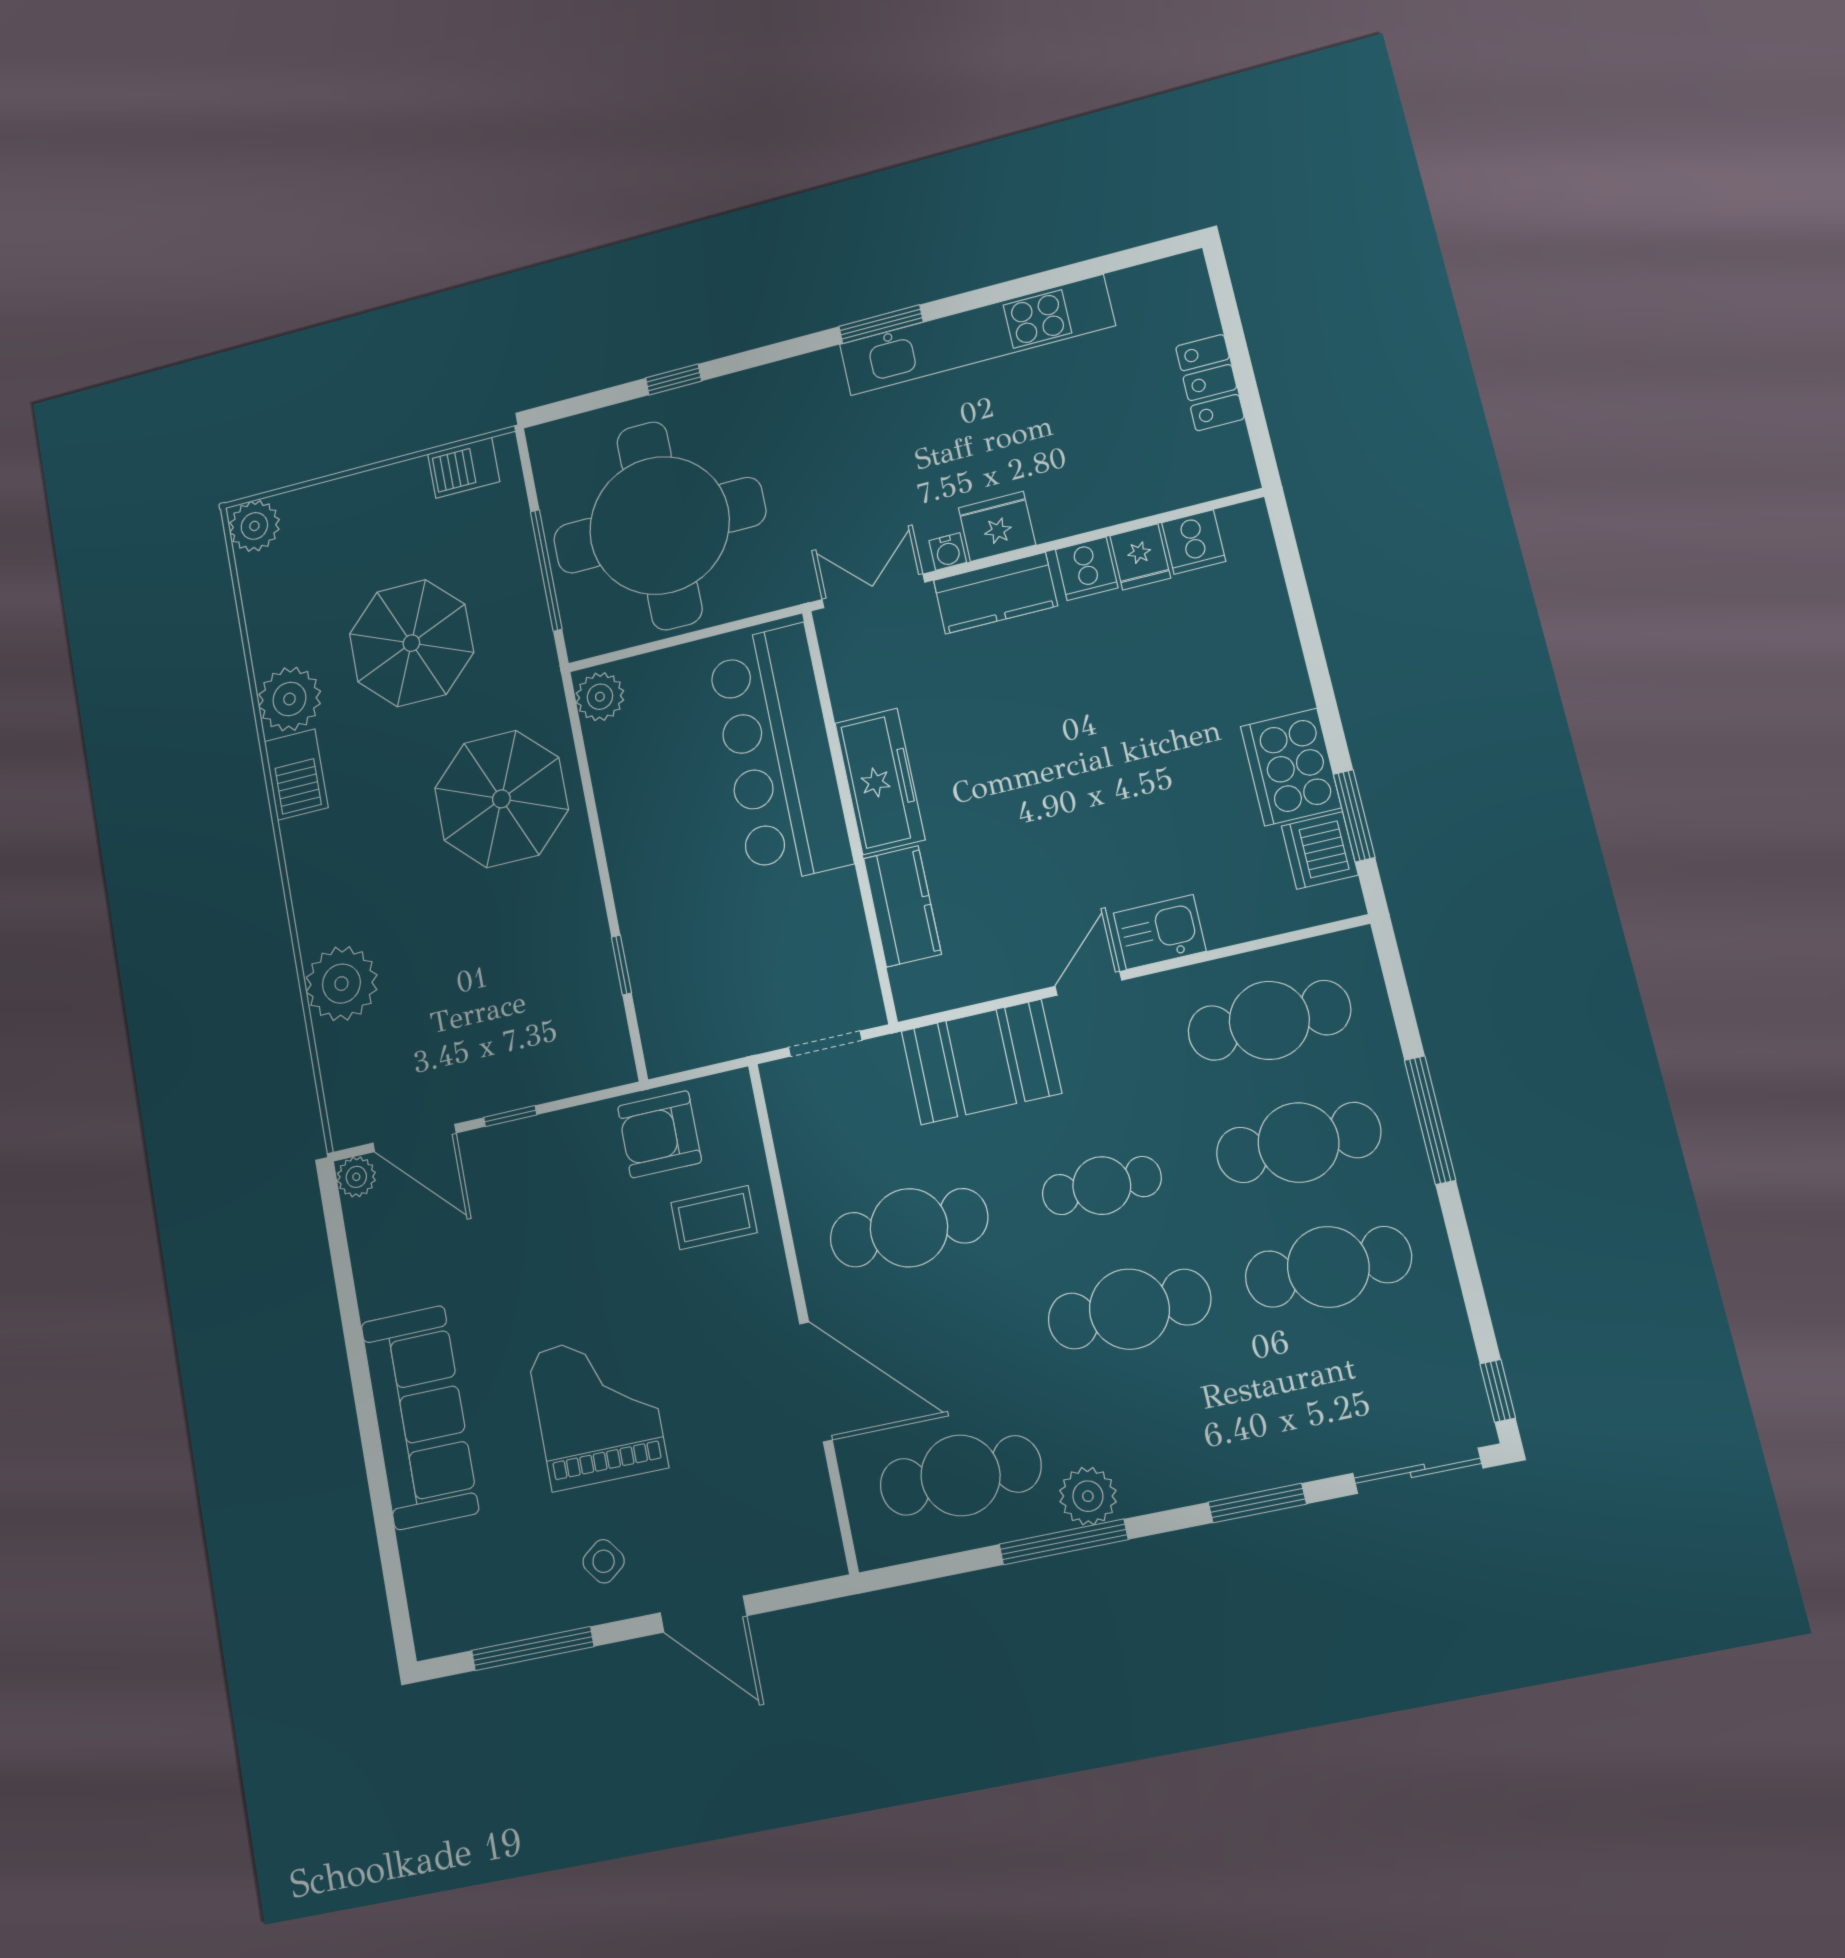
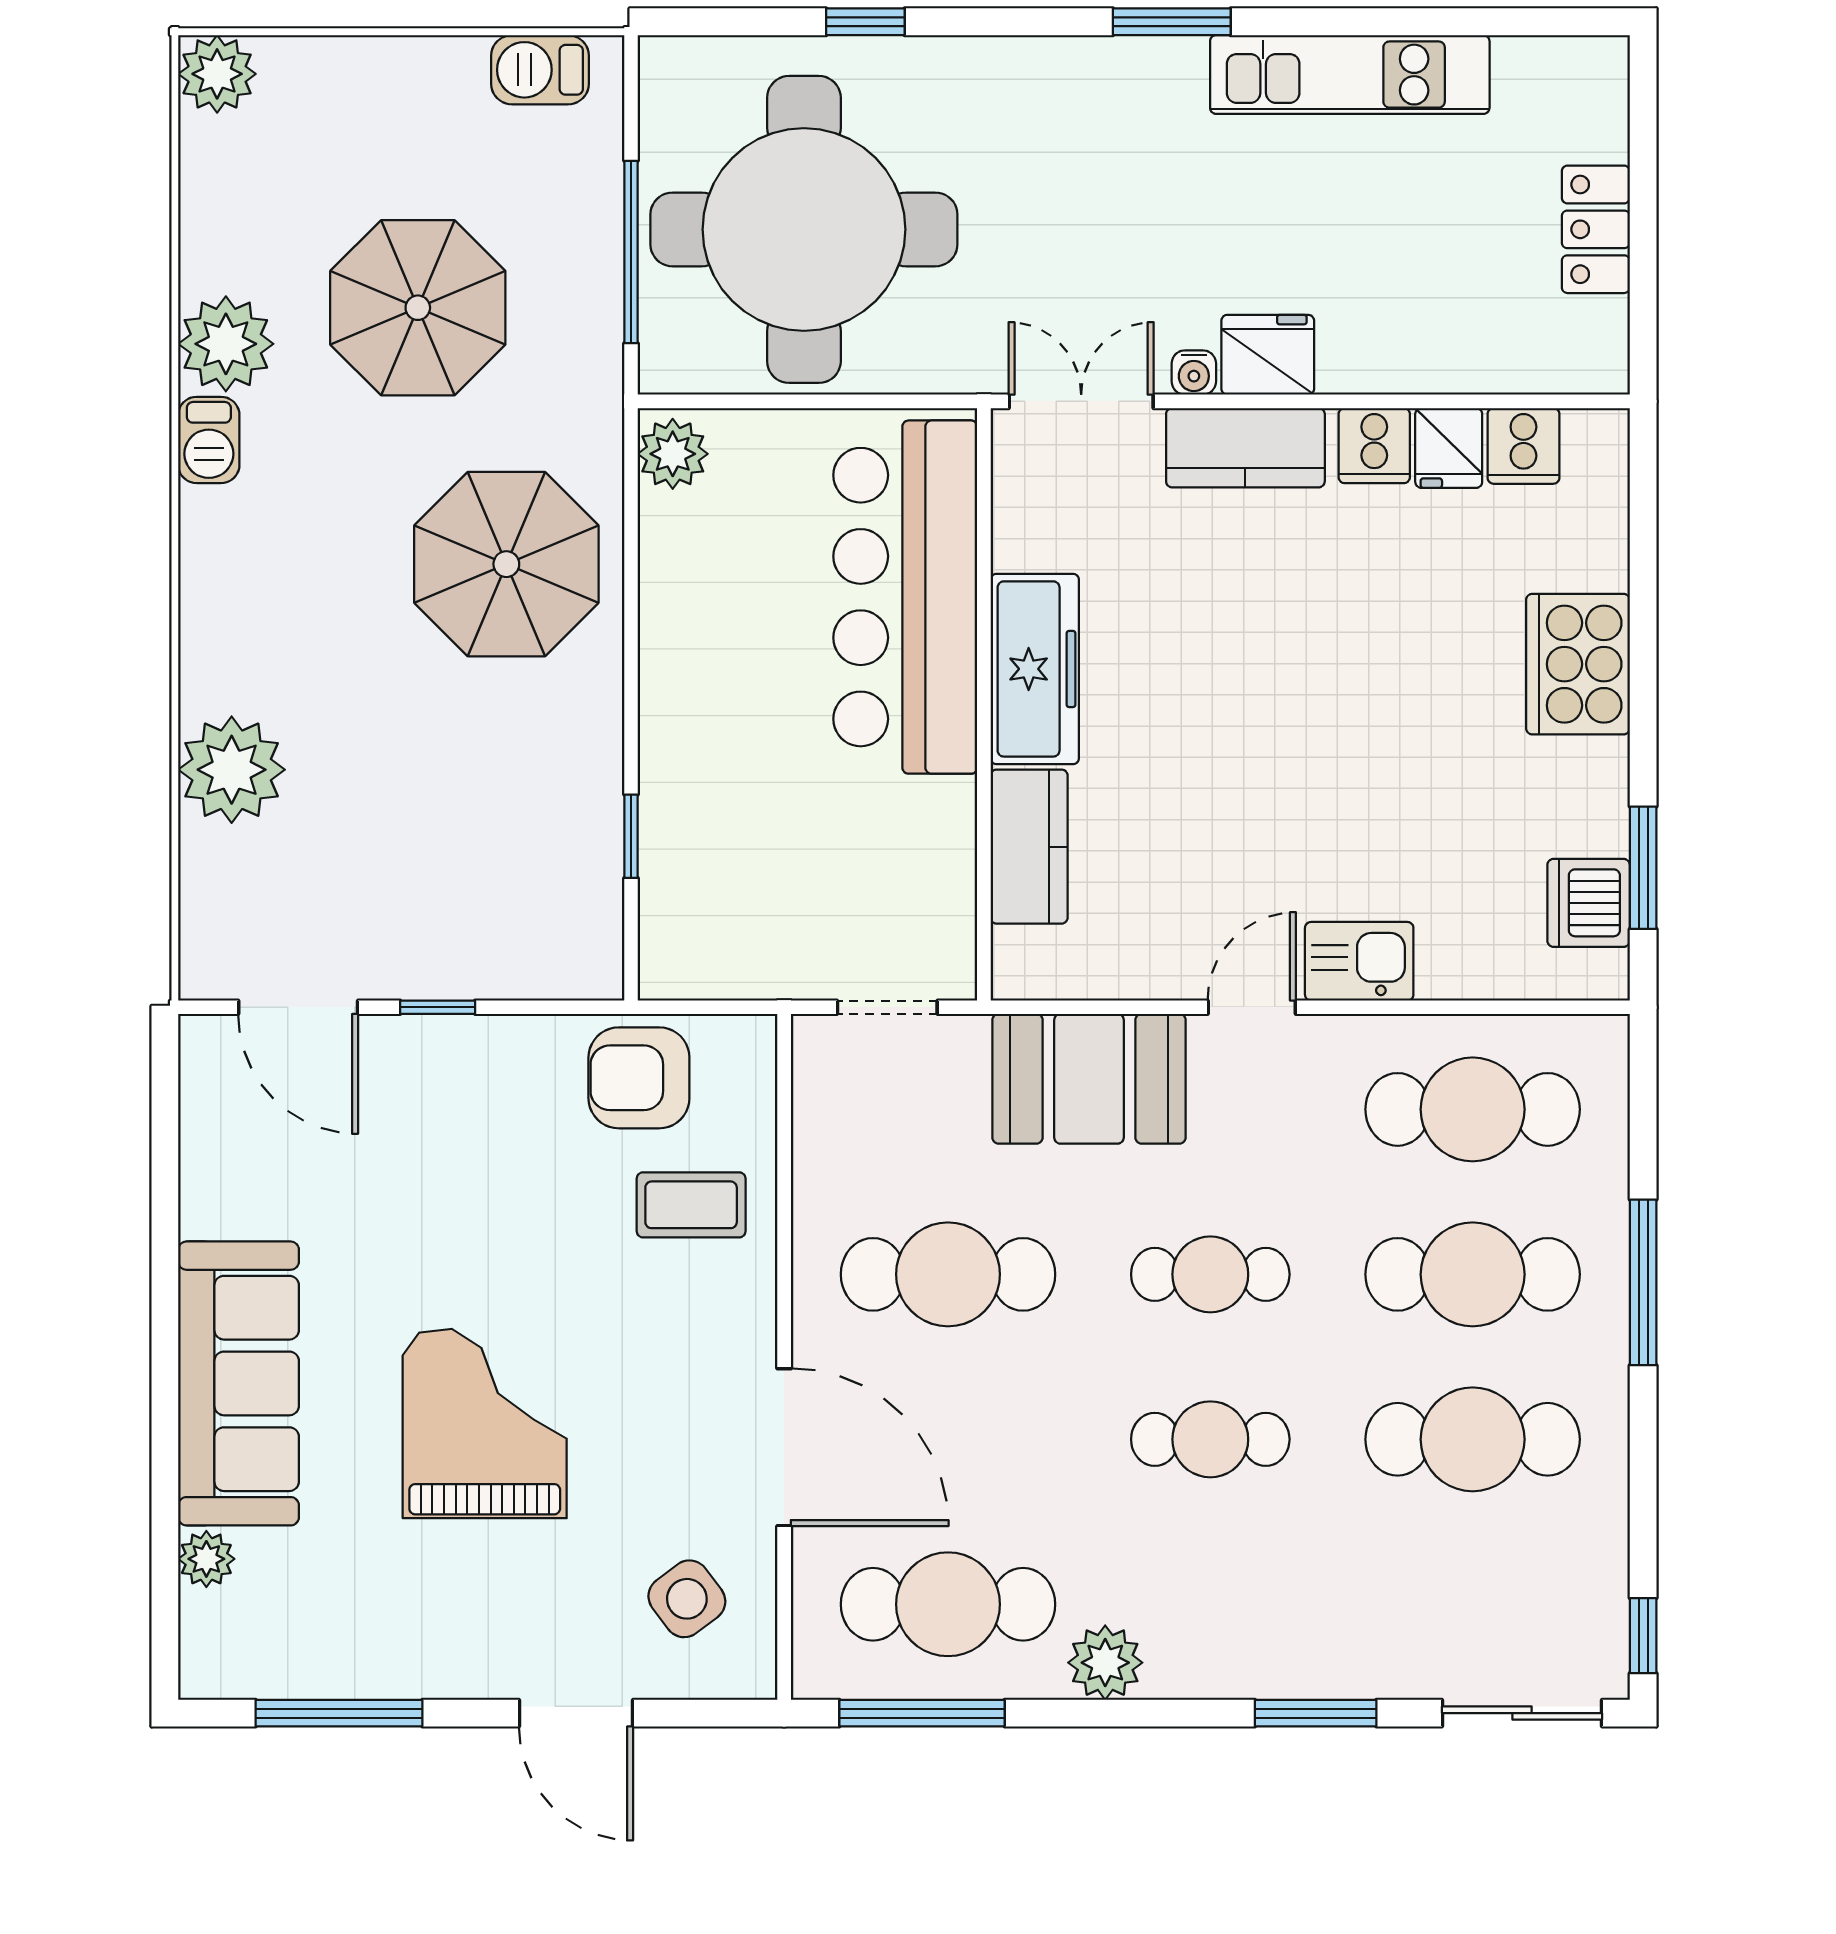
kitchen unit: (976, 335) -> (1350, 75), width x0.73
cooker: (1291, 767) -> (1578, 664), moved
barbecue: (296, 775) -> (209, 440), width x0.73, depth x0.79
plant: (356, 1177) -> (206, 1559), moved
cafe table: (1129, 1309) -> (1210, 1439), width x0.73, depth x0.74
window: (1064, 1542) -> (922, 1713), moved
side table: (604, 1561) -> (687, 1599), moved, width x1.37, depth x1.37

